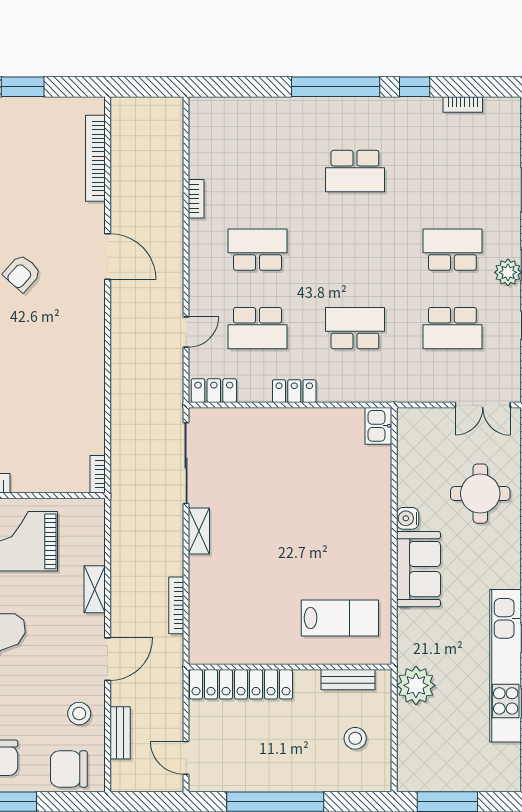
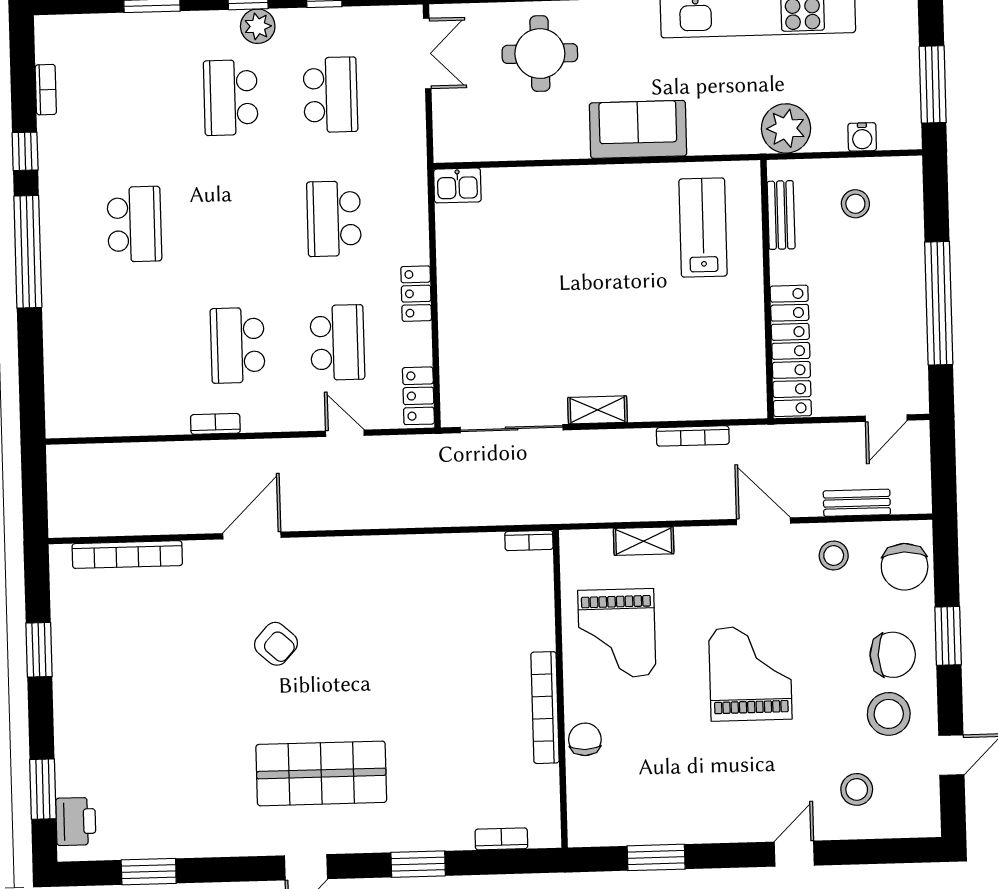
bookcase: (196, 199) -> (215, 424), moved
water cooler: (408, 518) -> (862, 137), moved
shelving: (95, 589) -> (644, 541), moved

